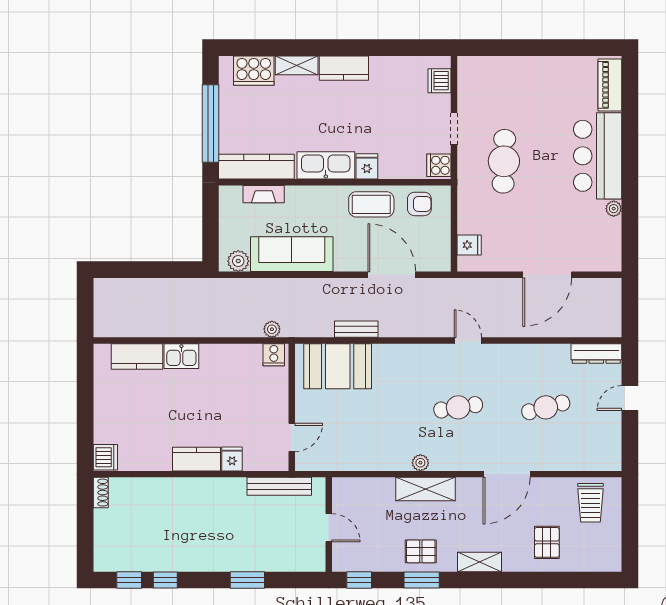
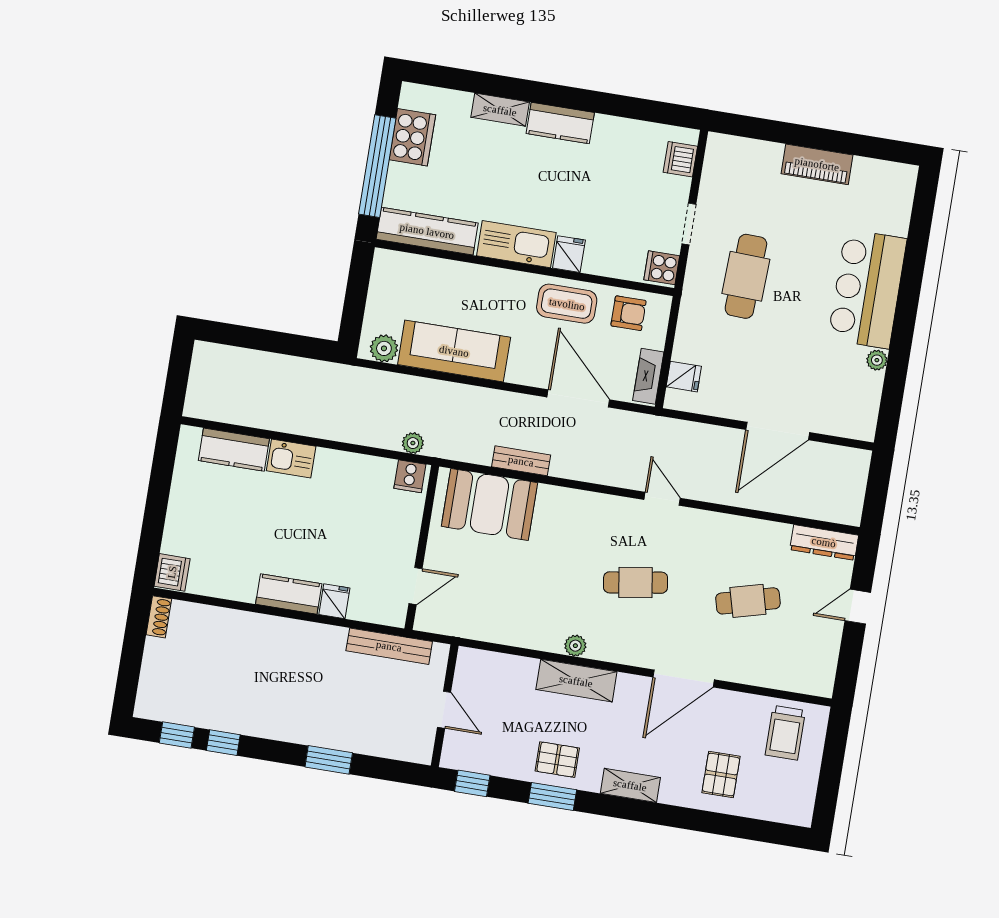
cooker: (254, 71) -> (412, 137), moved, turned -90
piano: (610, 85) -> (817, 164), moved, turned -90
fireplace: (264, 194) -> (648, 376), moved, turned 90

